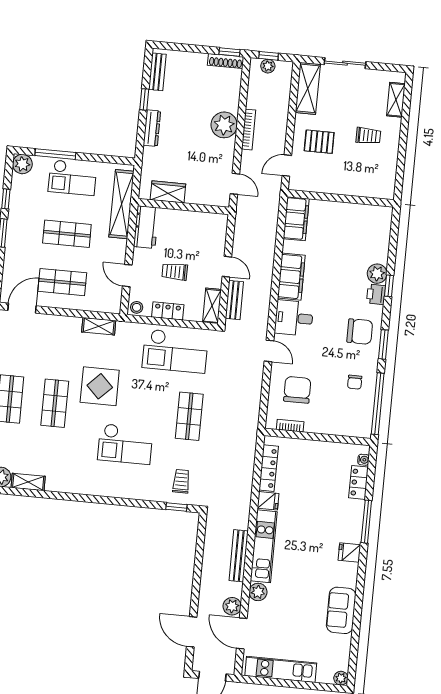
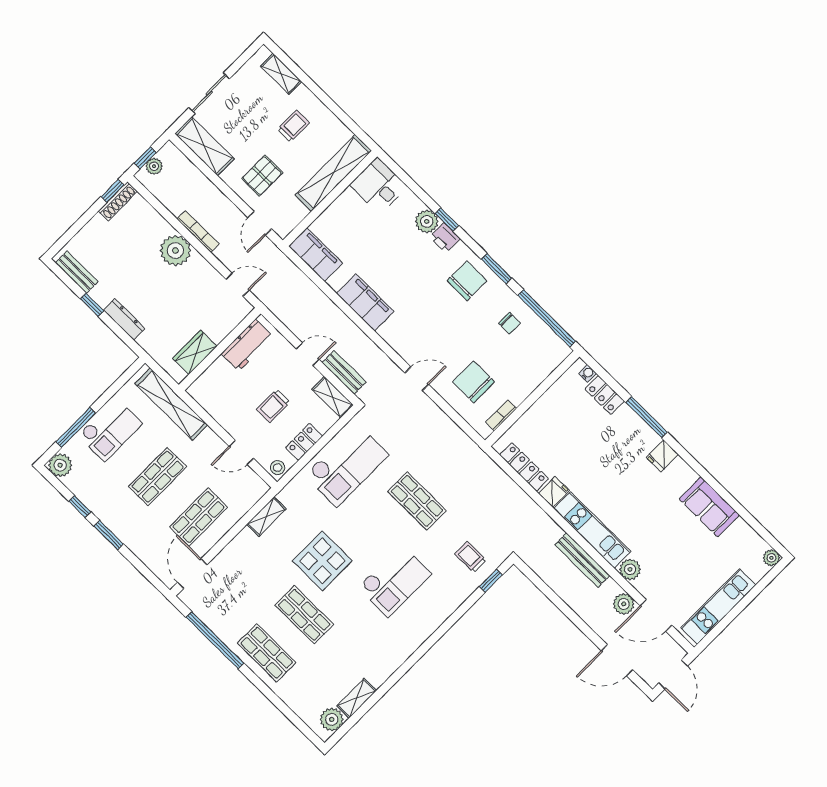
shelving: (359, 187) -> (333, 173), added
workbench: (146, 227) -> (247, 345), moved, turned 90
desk: (294, 318) -> (379, 186), moved, turned 90

